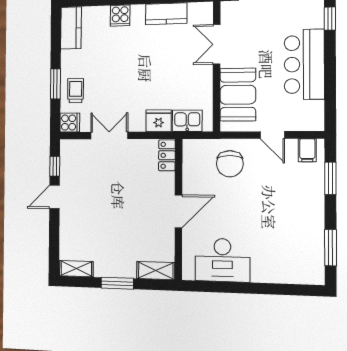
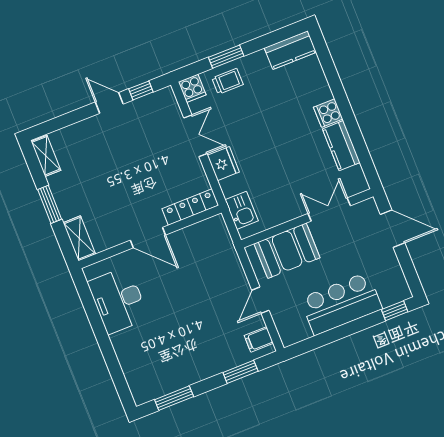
cooker: (120, 16) -> (328, 113), moved
fridge: (159, 121) -> (223, 164), moved
locker: (167, 155) -> (190, 207), width x1.53
chair: (230, 164) -> (216, 270), removed

